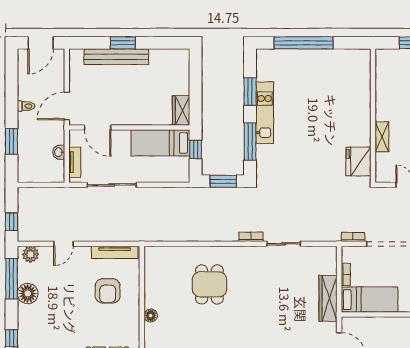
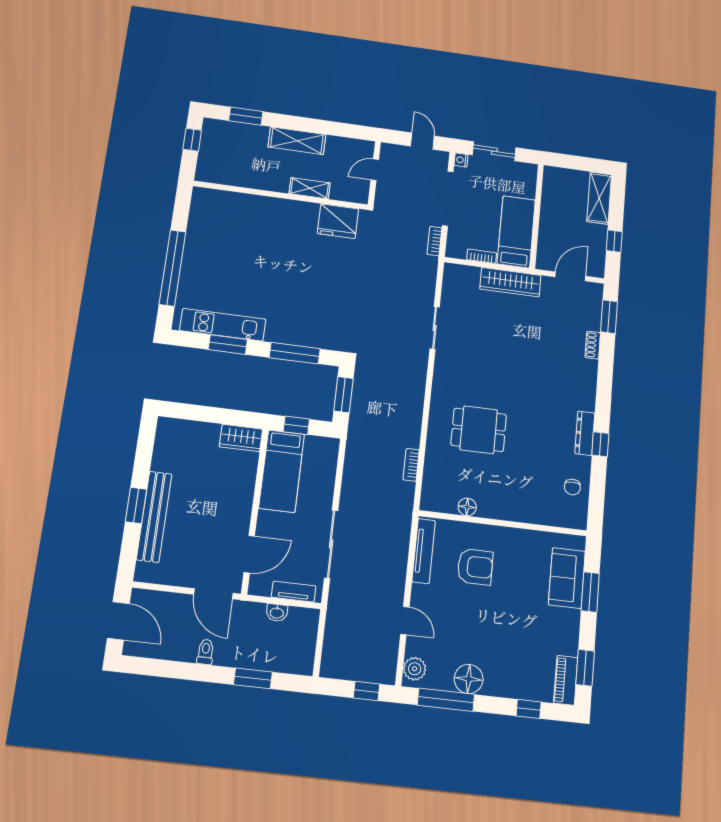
kitchen unit: (265, 113) -> (223, 325), moved
bookcase: (251, 237) -> (411, 465), moved
floor lamp: (151, 316) -> (467, 507), moved

